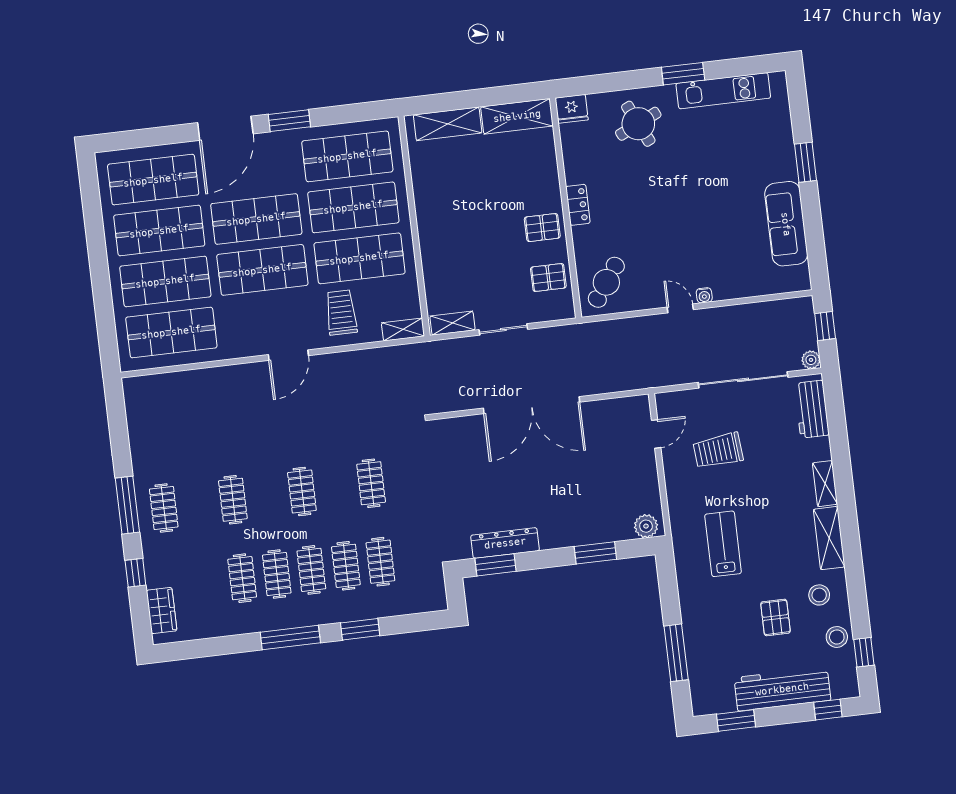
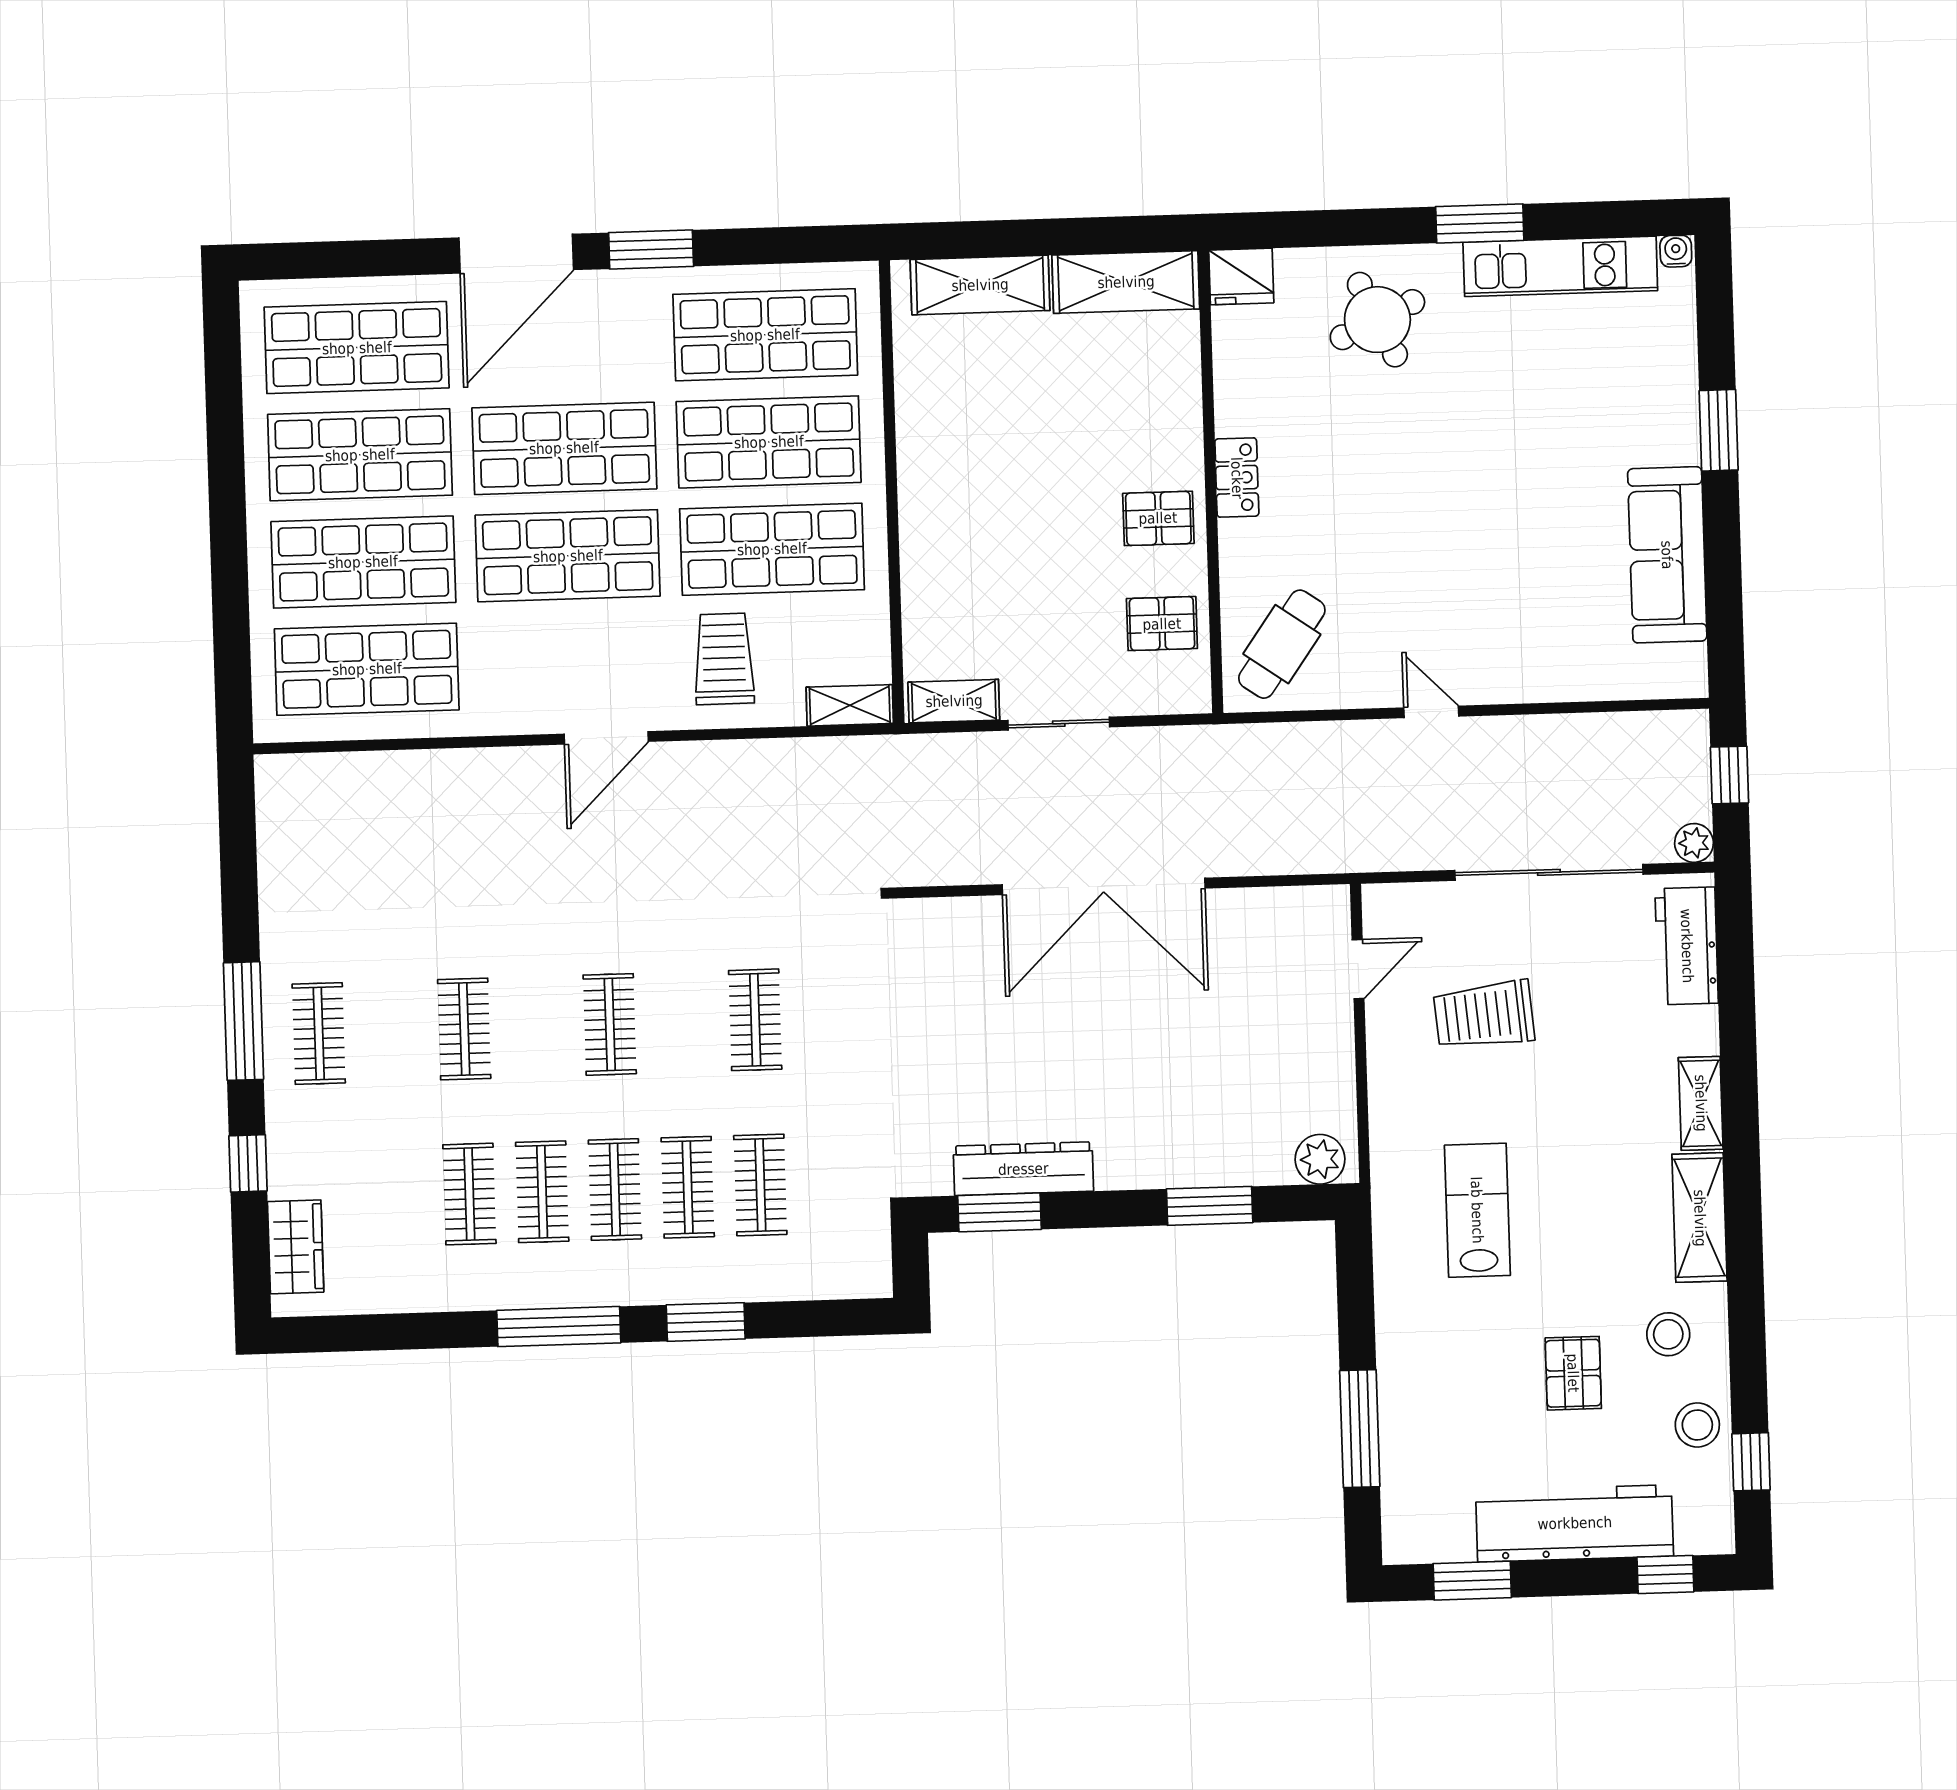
water cooler: (704, 295) -> (1676, 251), moved, turned 180

